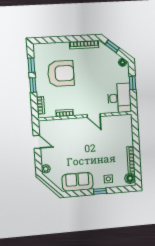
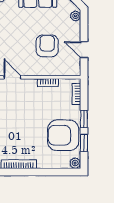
plant: (38, 48) -> (75, 163), added
armchair: (61, 73) -> (63, 135), moved
armchair: (67, 143) -> (47, 46), added

